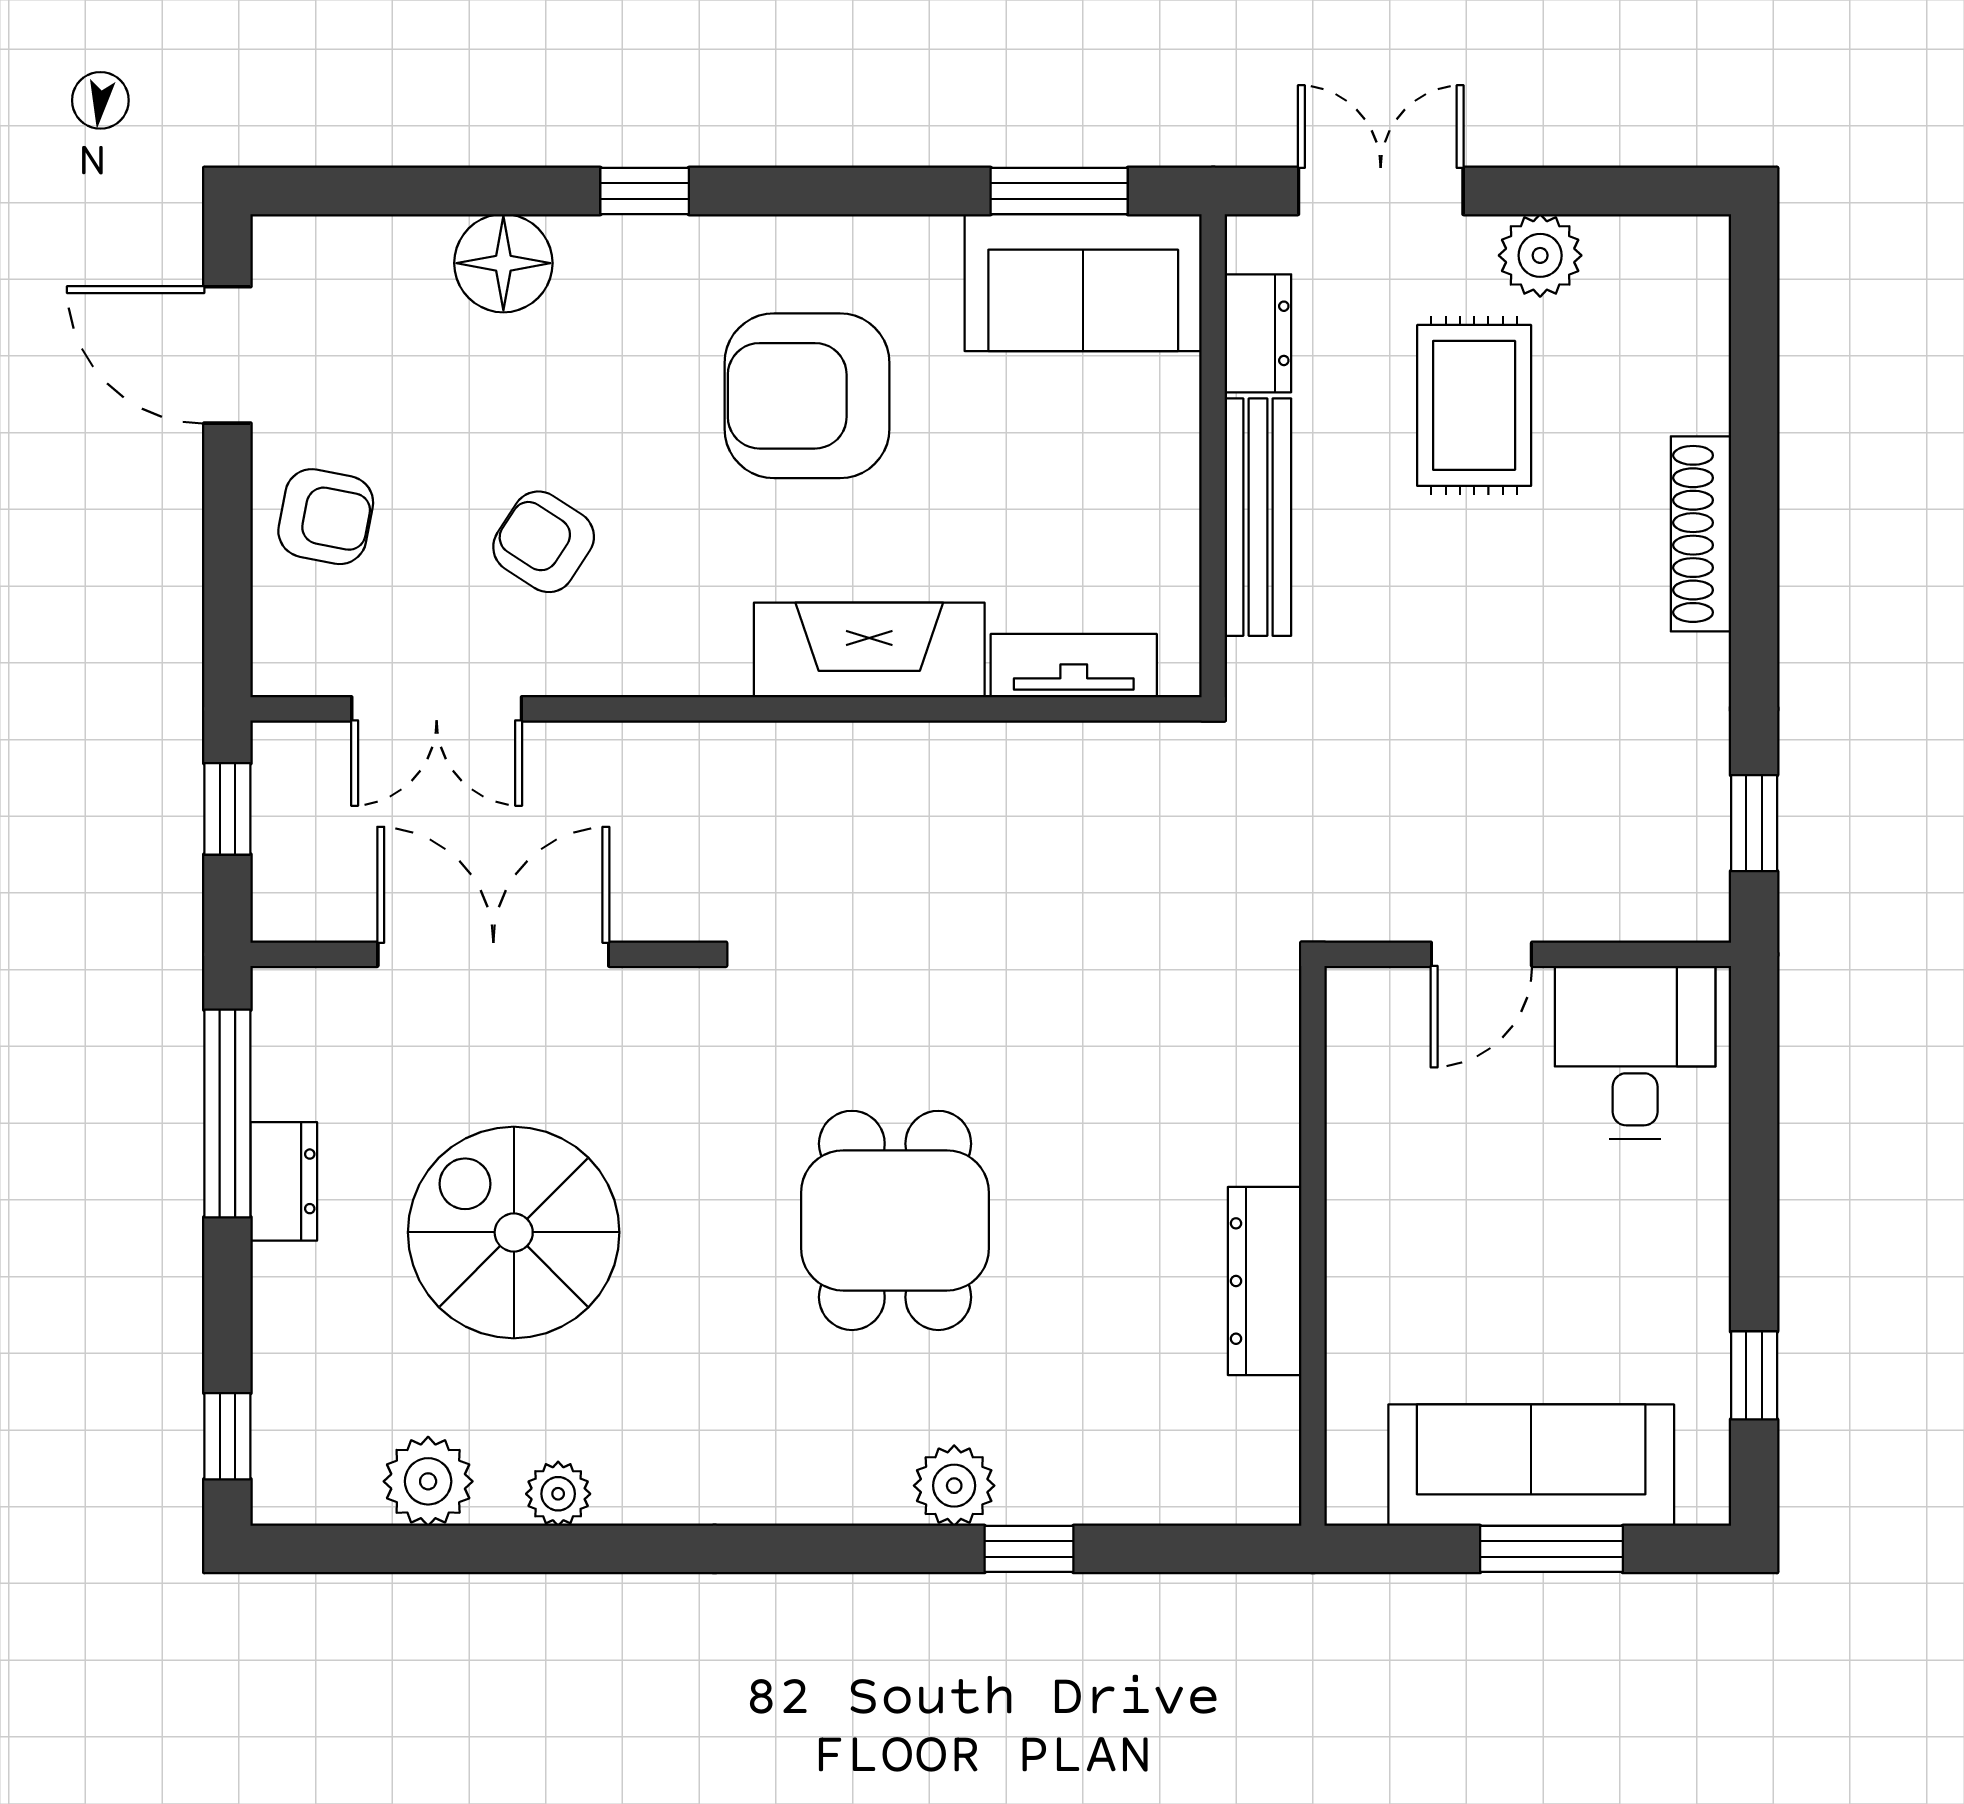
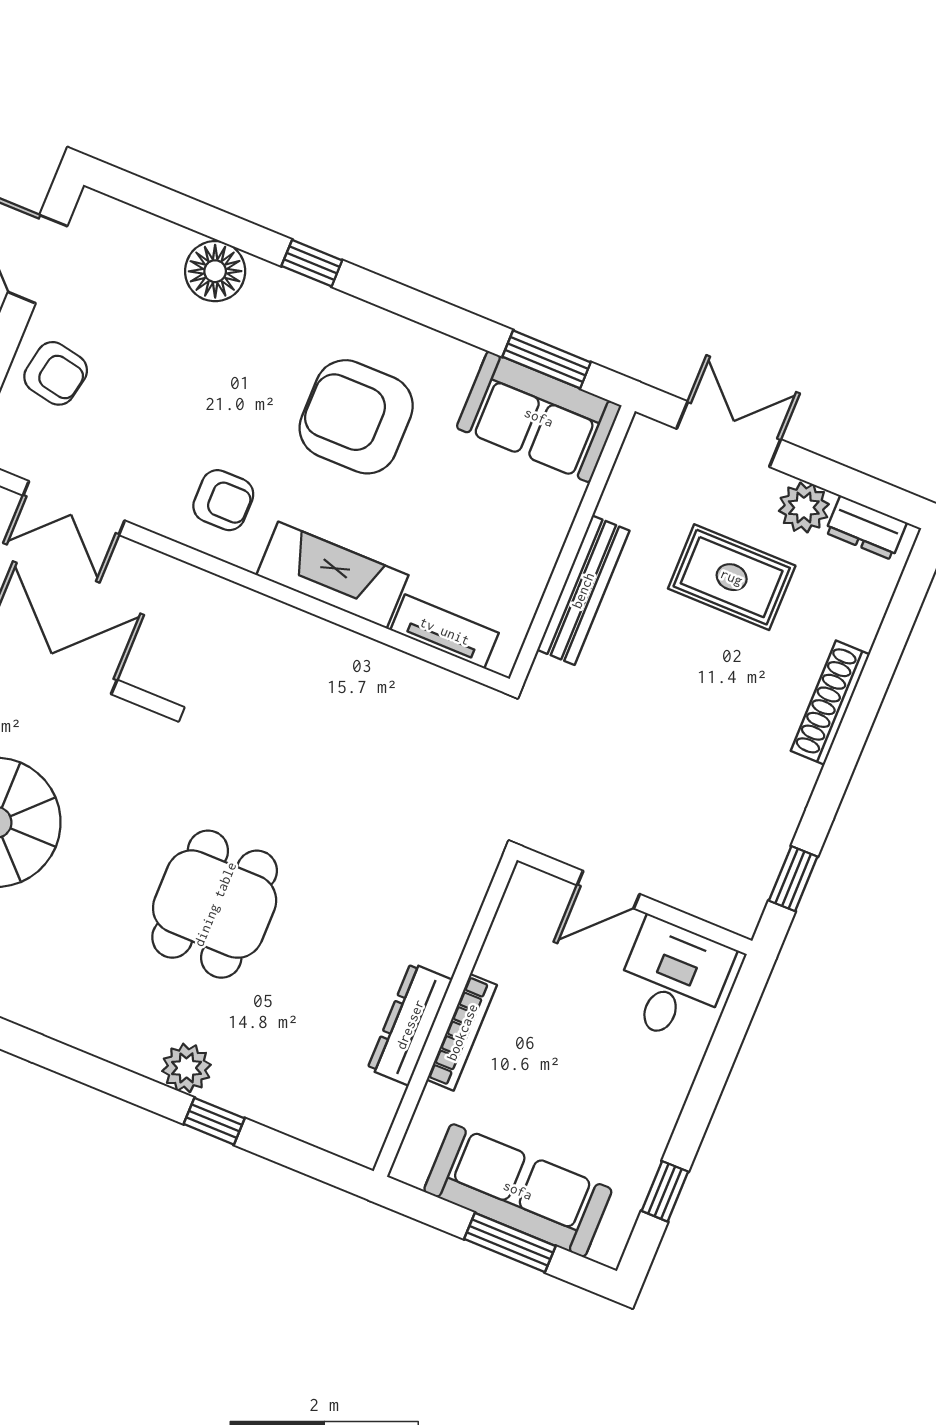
dresser: (1258, 333) -> (866, 528), moved, turned 90
rug: (1474, 405) -> (732, 577), turned 90
armchair: (544, 542) -> (223, 500), moved, turned 147
bookcase: (1348, 1261) -> (462, 1032), added

